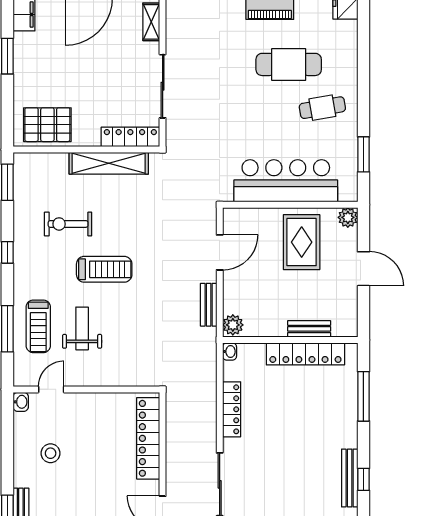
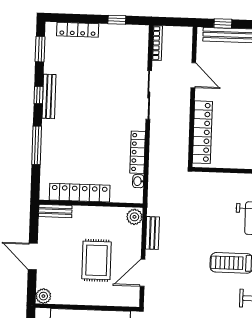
rug: (302, 242) -> (96, 260), moved
bench: (309, 329) -> (55, 211), moved
washbasin: (230, 352) -> (138, 181), moved
window: (363, 396) -> (37, 145), moved

